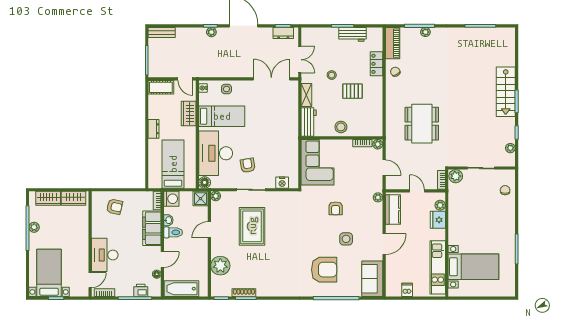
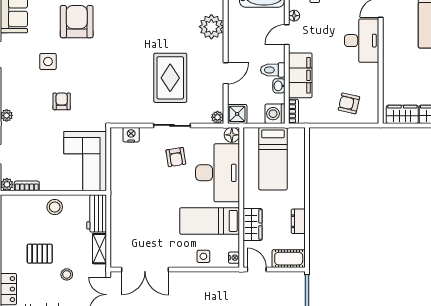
dresser: (154, 129) -> (298, 221), moved
armchair: (324, 270) -> (77, 22), turned 90

